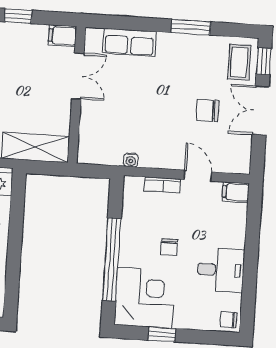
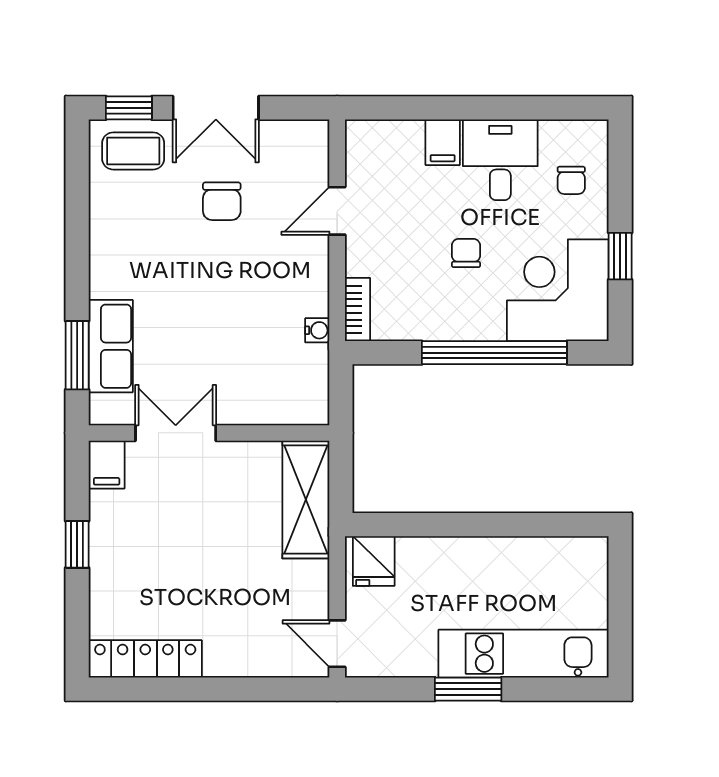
window: (191, 27) -> (77, 355), moved
bookcase: (163, 185) -> (357, 309), moved
filing cabinet: (236, 192) -> (443, 142), moved
chair: (169, 247) -> (466, 253), turned -90
chair: (229, 320) -> (571, 180), moved

